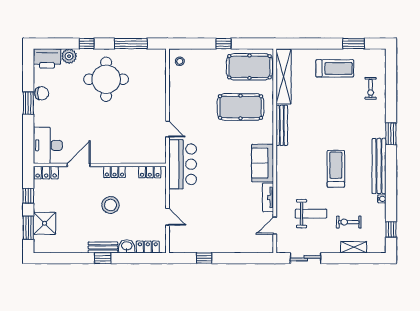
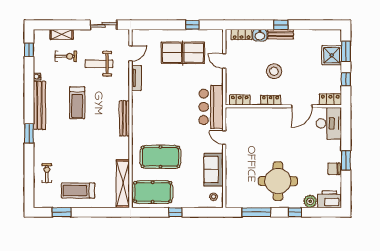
bench: (282, 125) -> (124, 118), moved
sofa: (263, 163) -> (214, 170), moved, turned 180
table tennis table: (215, 226) -> (183, 53), added

